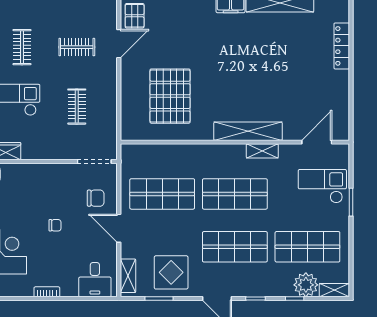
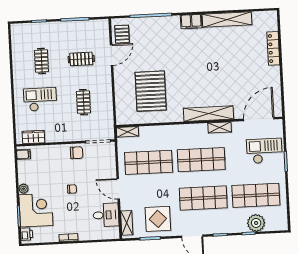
door: (317, 142) -> (259, 119), width x1.36
chair: (96, 198) -> (77, 153), moved
desk: (95, 280) -> (106, 215), moved, turned -90
shelving: (334, 290) -> (128, 132), moved

